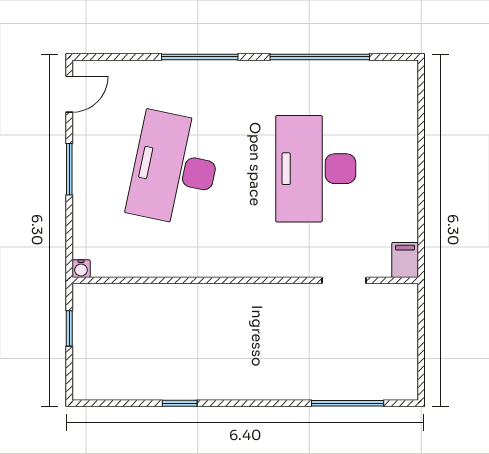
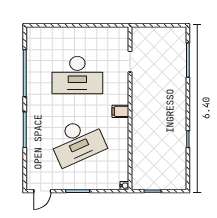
door: (69, 94) -> (42, 191), swing flipped
desk: (175, 169) -> (77, 142), turned -36
filing cabinet: (405, 260) -> (120, 111), moved

